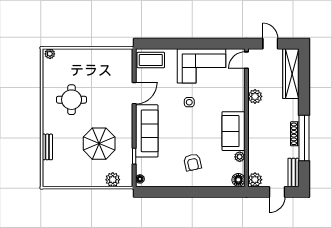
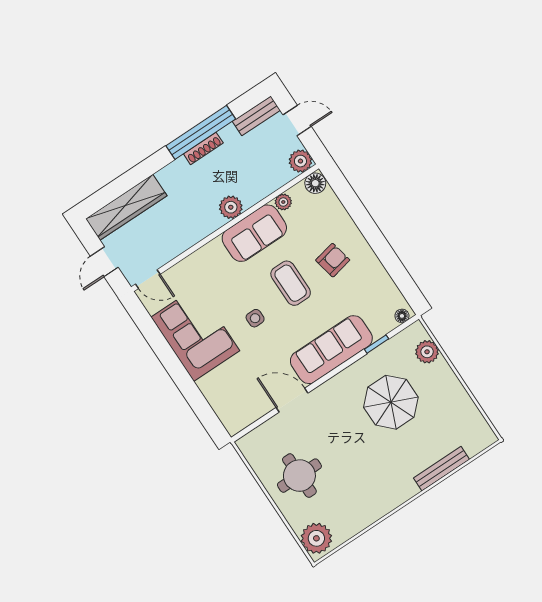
plant: (50, 54) -> (316, 538), width x1.88, depth x1.88
coffee table: (151, 60) -> (291, 283), moved
plant: (255, 96) -> (231, 207), moved
round table: (72, 100) -> (299, 476), moved
bench: (47, 147) -> (442, 469), width x1.36

